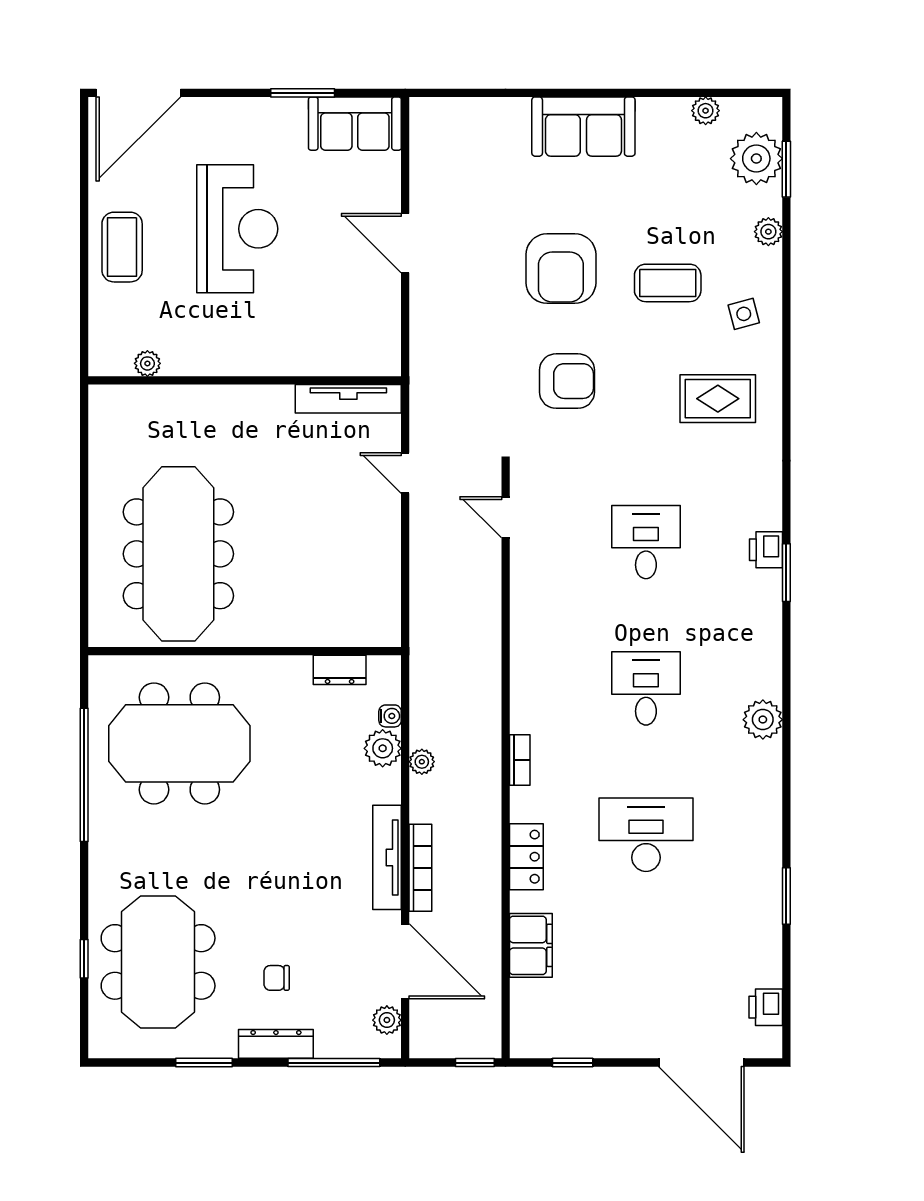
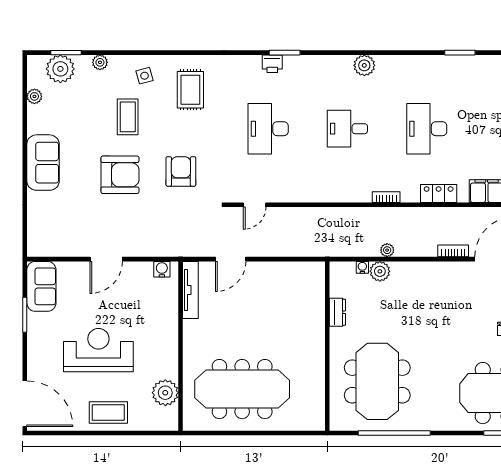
water cooler: (387, 346) -> (162, 269), added
plant: (147, 363) -> (165, 393), width x1.88, depth x1.88
door: (405, 473) -> (231, 259), width x1.38
desk: (646, 542) -> (268, 129), width x1.37
meeting table: (178, 554) -> (242, 389), moved
dresser: (340, 670) -> (337, 312), moved
tv unit: (387, 857) -> (439, 269), removed
bookcase: (420, 868) -> (453, 251), width x0.64

